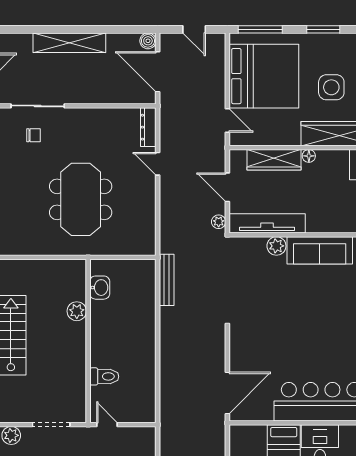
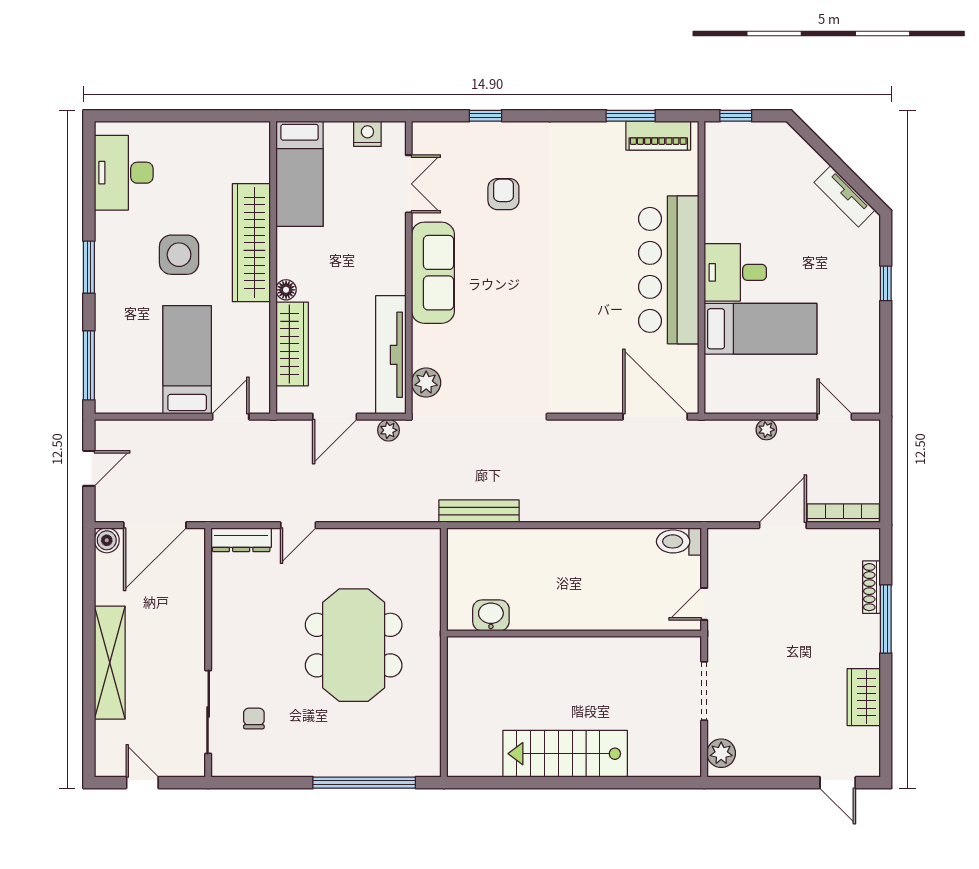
bed: (264, 76) -> (187, 360), width x0.49
meeting table: (81, 199) -> (354, 645), turned 90
plant: (276, 246) -> (426, 383), moved
plant: (77, 311) -> (528, 651), removed
toilet: (104, 376) -> (679, 541), moved, turned -90

